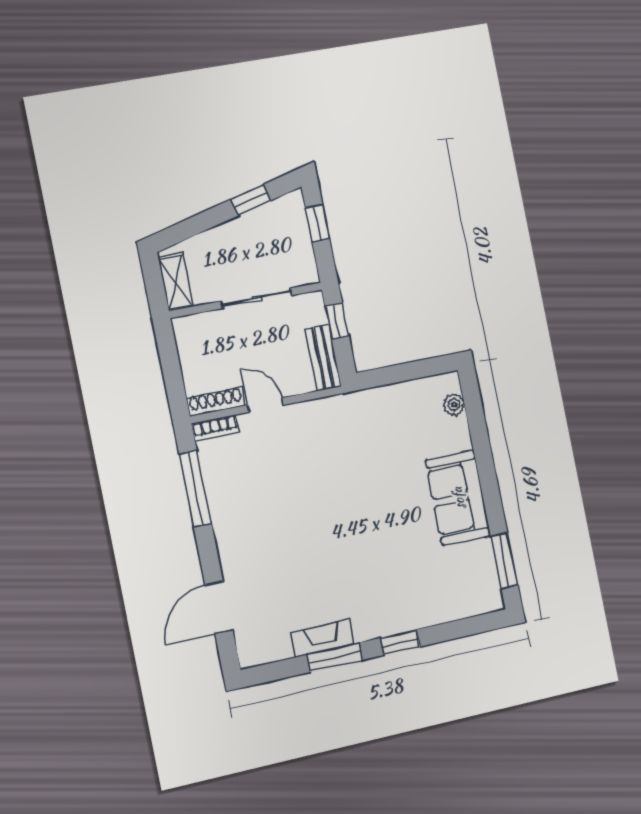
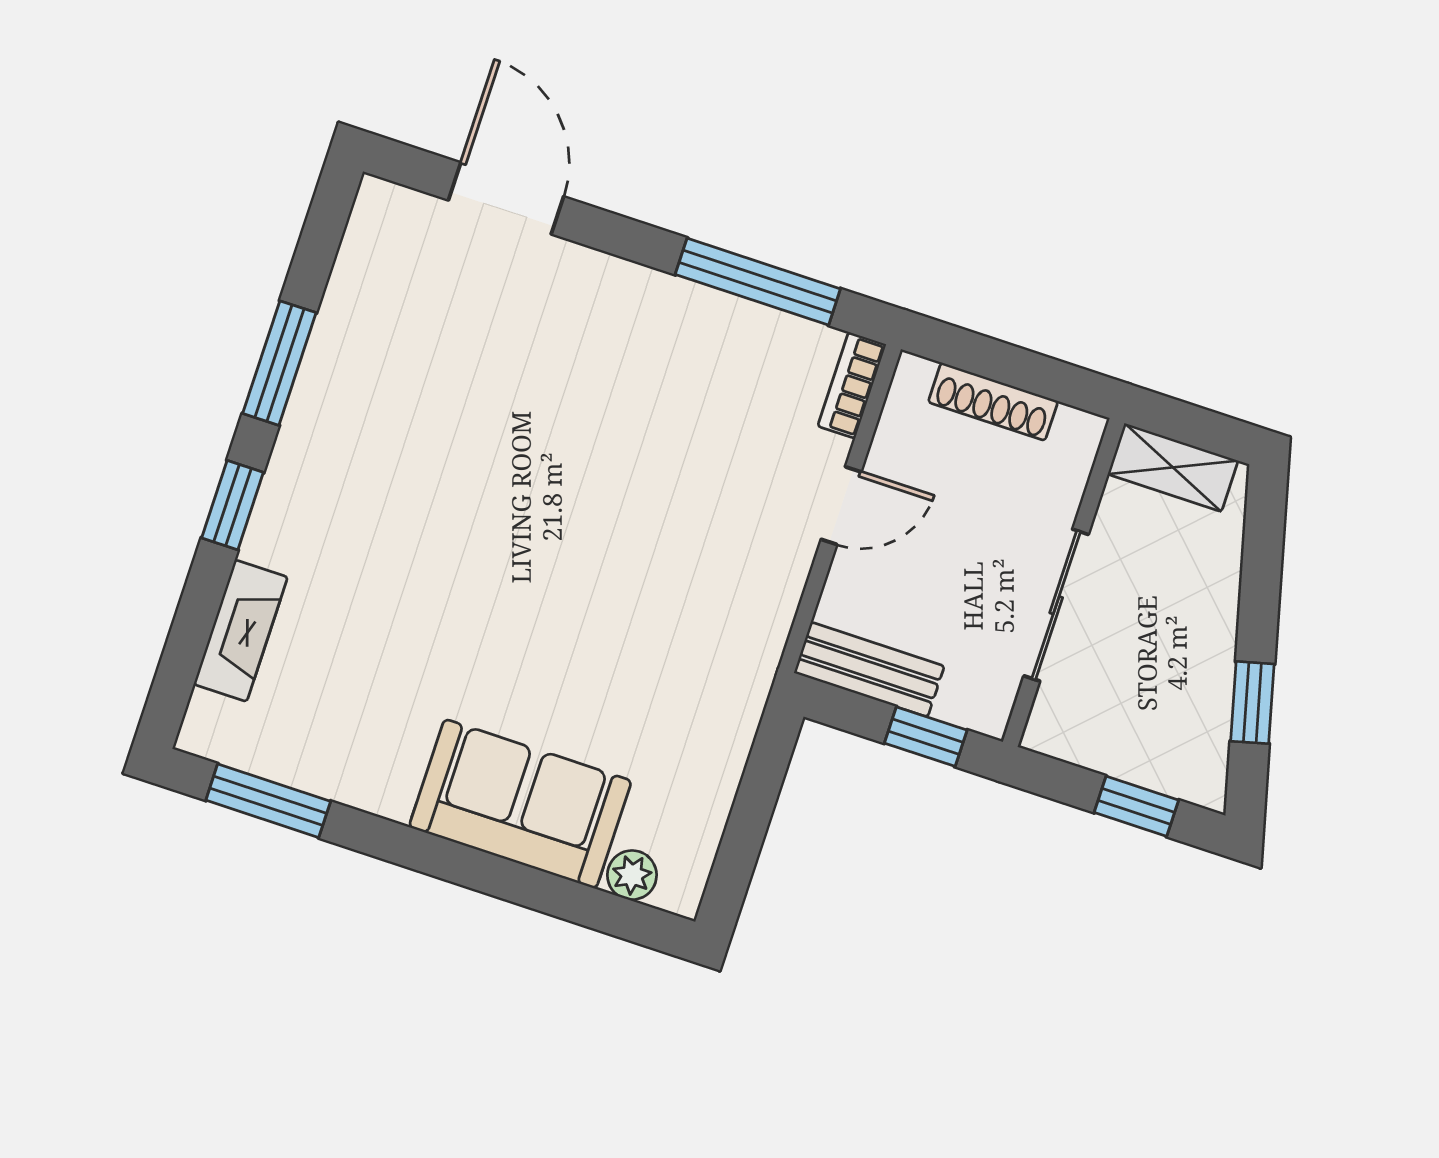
shoe rack: (216, 402) -> (993, 402), moved, turned 90
sofa: (458, 498) -> (520, 804), moved
fireplace: (323, 638) -> (241, 631), moved

